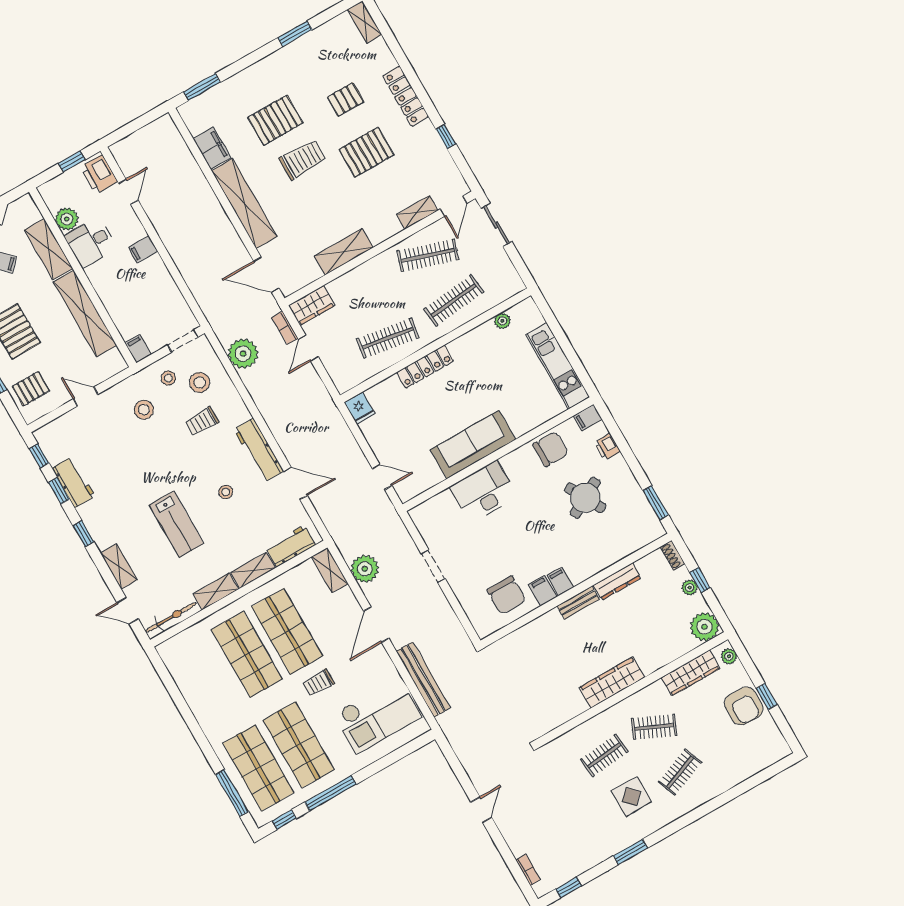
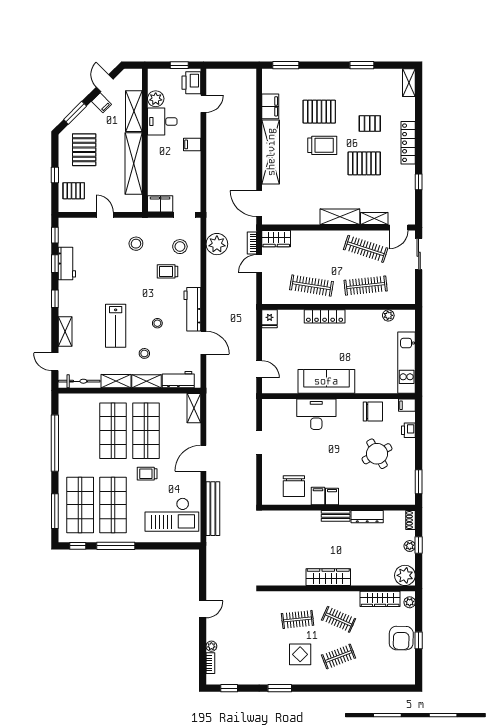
shelving: (344, 252) -> (340, 217), moved
filing cabinet: (138, 349) -> (160, 204), width x2.00
stool: (168, 378) -> (144, 353), moved
plant: (365, 569) -> (211, 646), moved, width x0.53, depth x0.53
window: (184, 710) -> (55, 443), added

